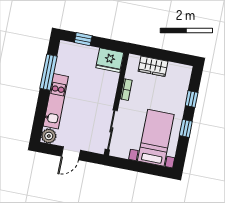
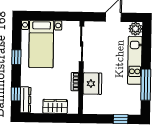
fridge: (110, 60) -> (92, 84), moved, turned 90
dresser: (184, 79) -> (25, 100), added
window: (192, 99) -> (16, 94), moved

